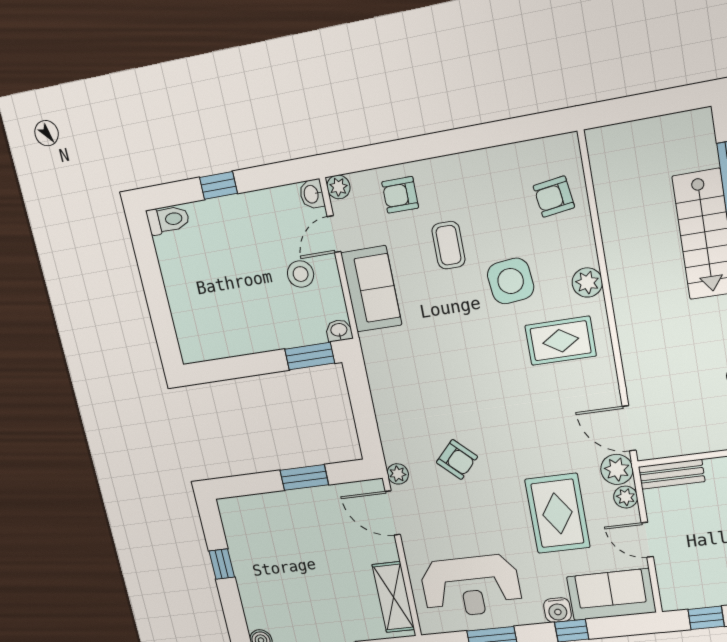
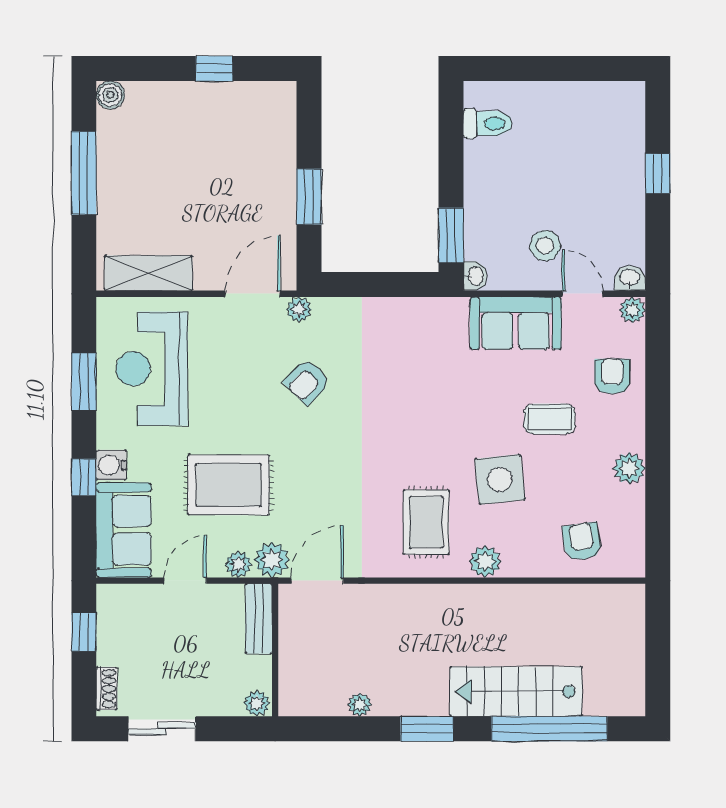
plant: (479, 164) -> (629, 468), added
toilet: (168, 220) -> (488, 123), moved, turned -90

